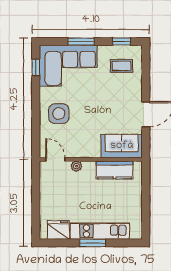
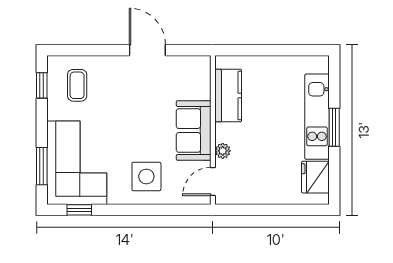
window: (81, 42) -> (42, 166), moved
sofa: (122, 146) -> (194, 130), moved

